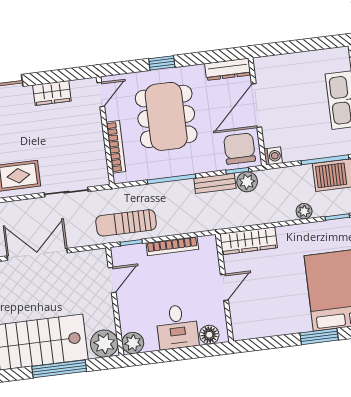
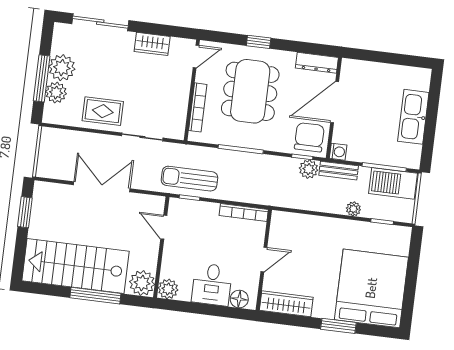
bench: (215, 183) -> (339, 171), moved
wardrobe: (248, 241) -> (286, 304), moved, turned 180
bookcase: (172, 246) -> (244, 212), moved
door: (112, 280) -> (164, 227), swing flipped

